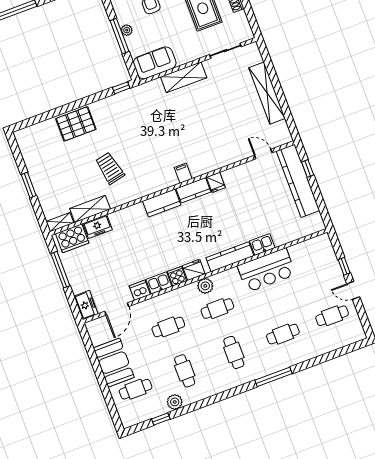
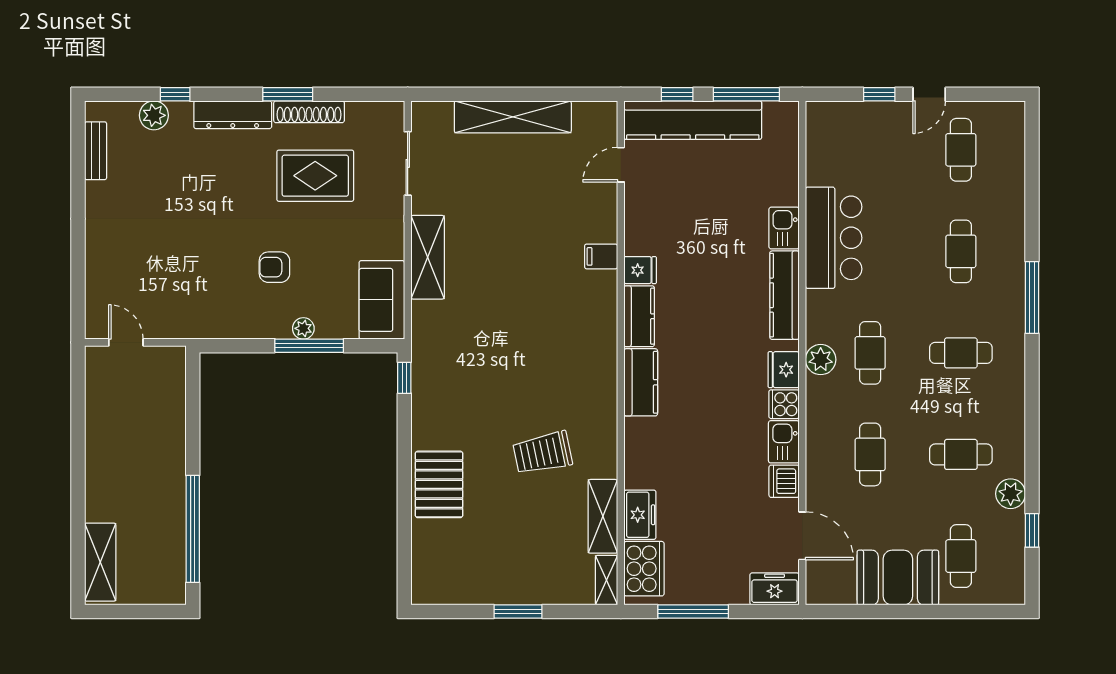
filing cabinet: (183, 173) -> (601, 256), moved
window: (320, 202) -> (746, 94), added

